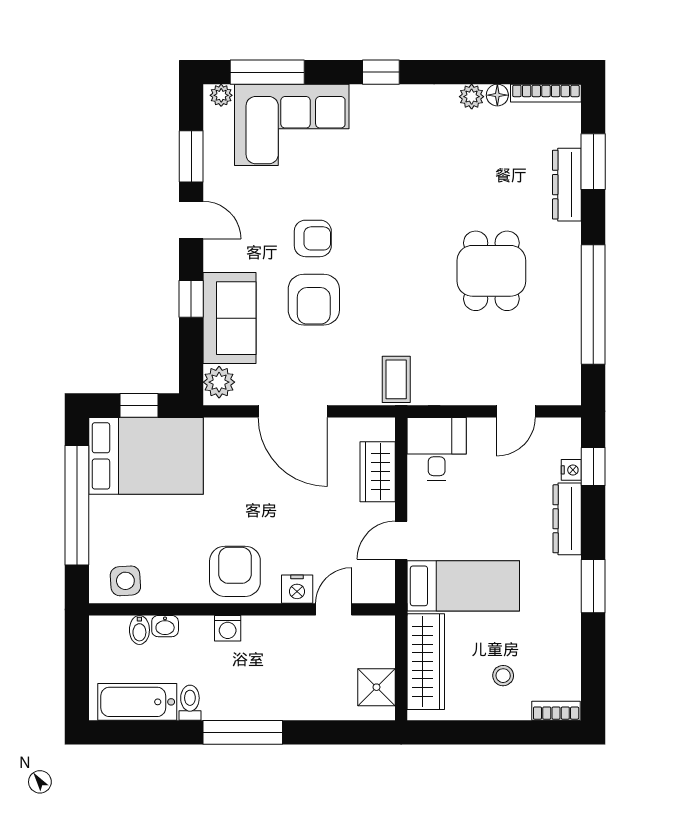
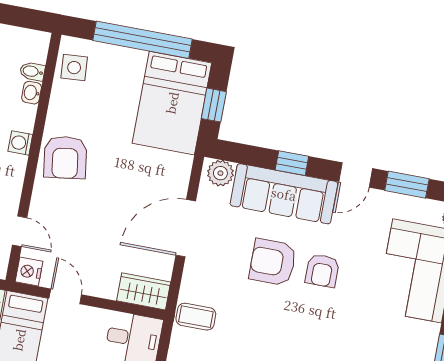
sofa: (229, 318) -> (284, 194), width x1.36
wardrobe: (378, 472) -> (144, 291), moved
armchair: (235, 571) -> (65, 157), turned 82
nightstand: (297, 589) -> (29, 272), moved

